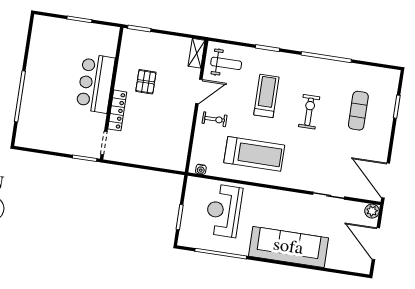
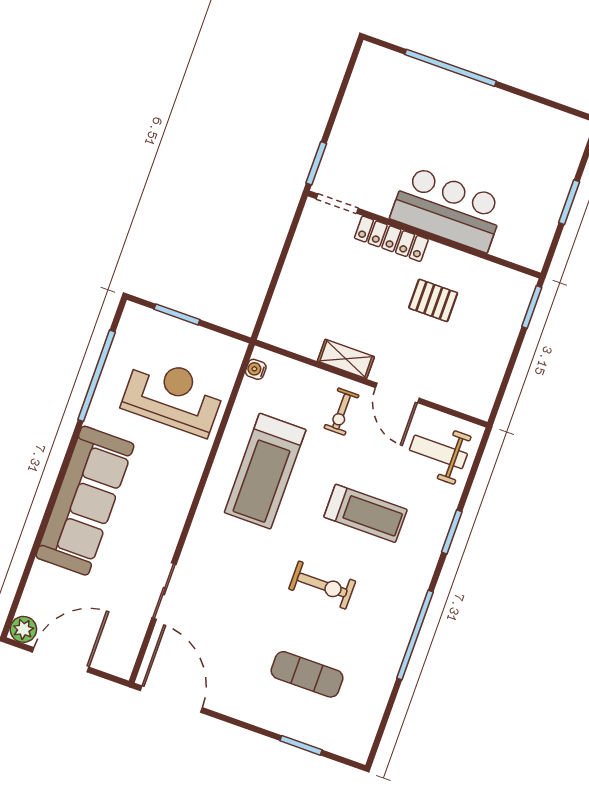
shelving: (197, 53) -> (346, 359), moved
weight bench: (226, 63) -> (438, 452), turned 90
door: (386, 180) -> (171, 699), hinge flipped
plant: (372, 211) -> (23, 629), moved

